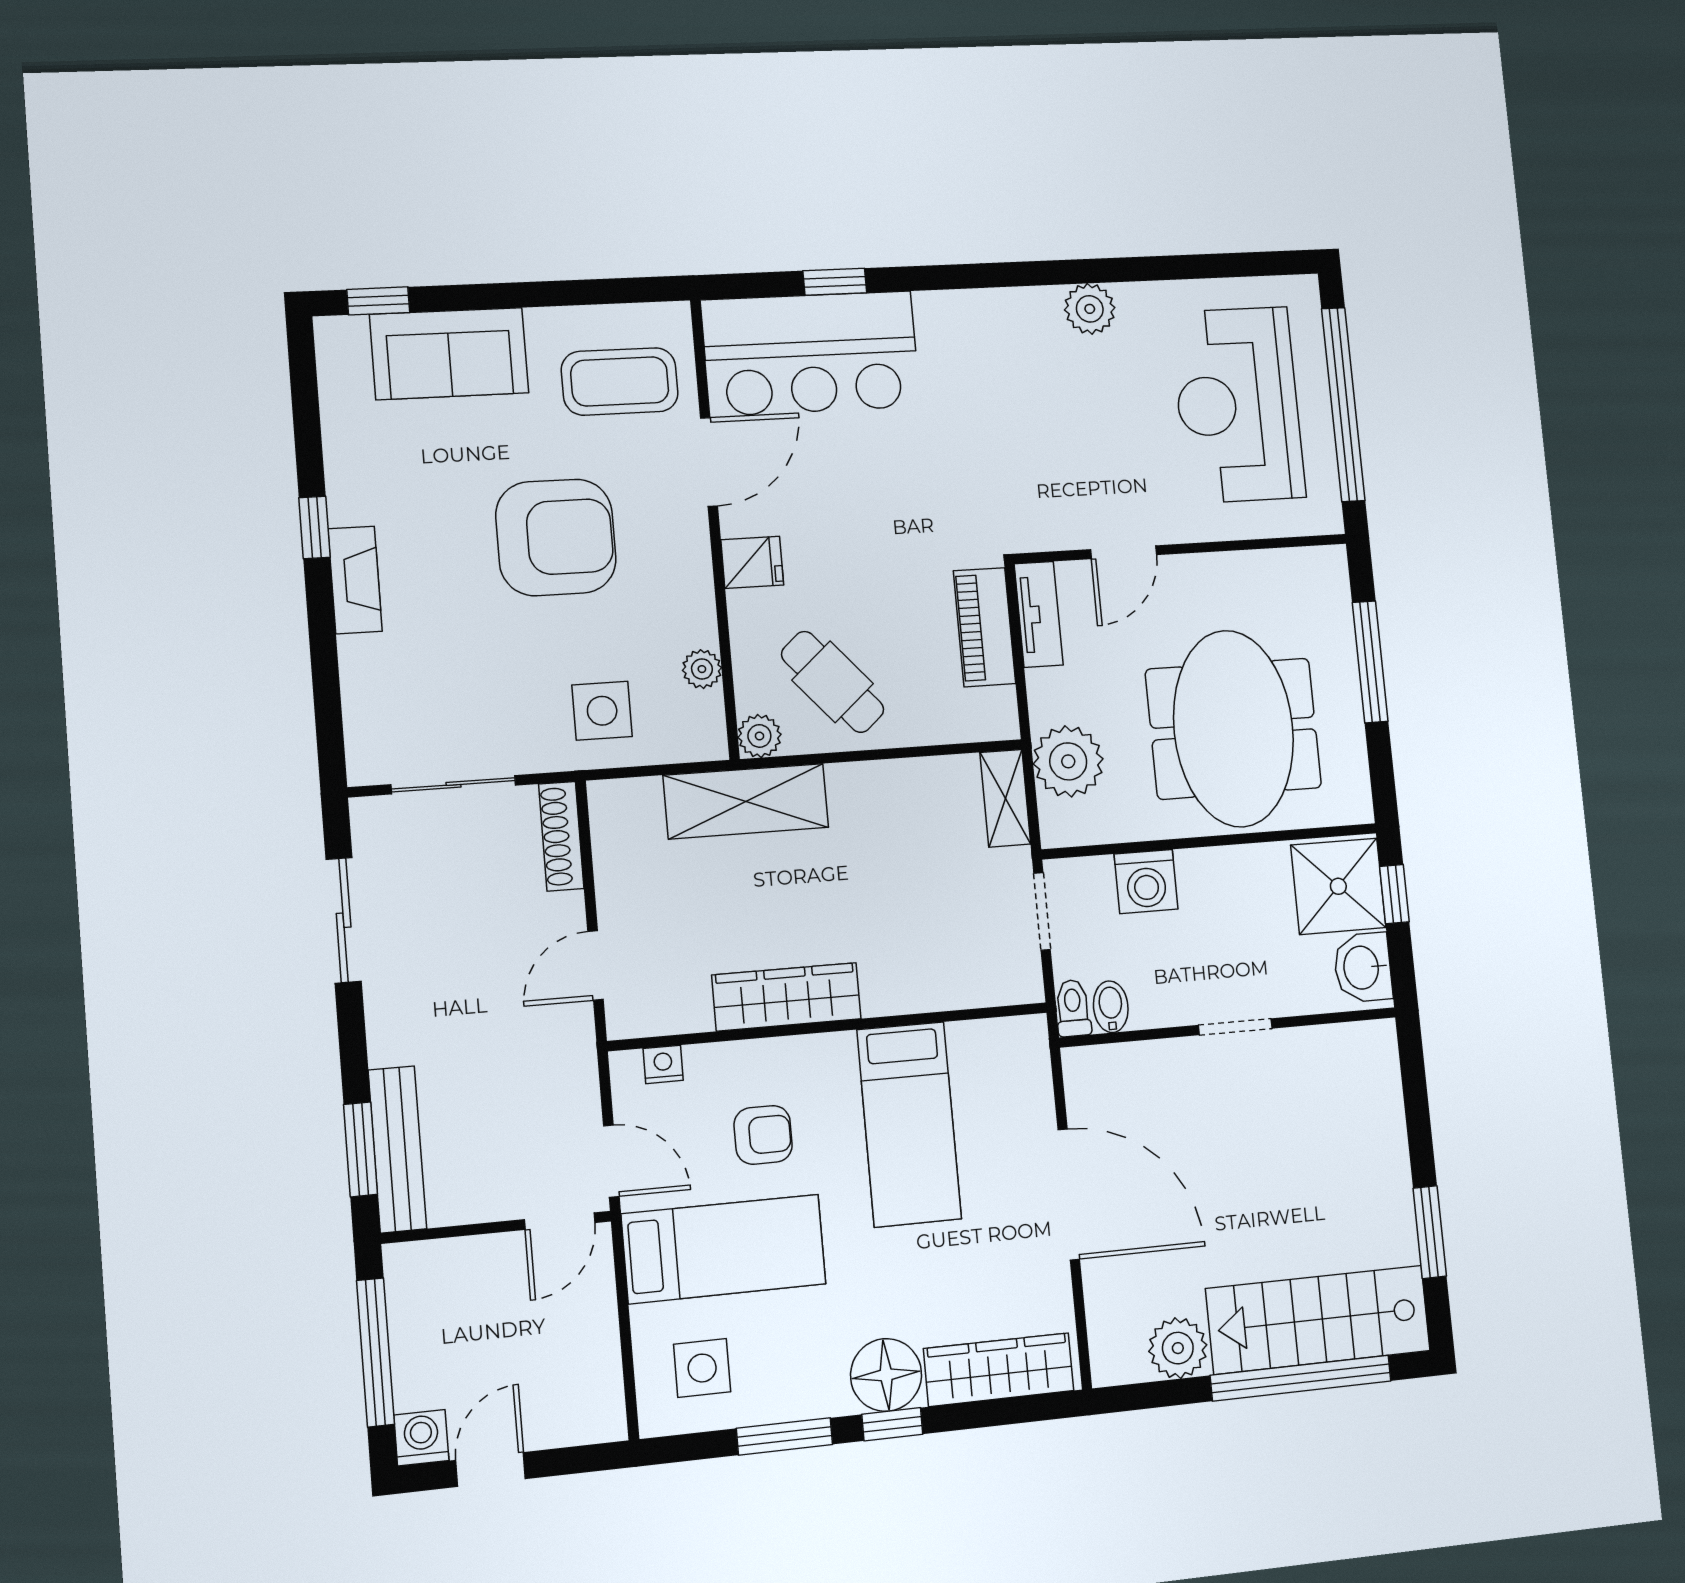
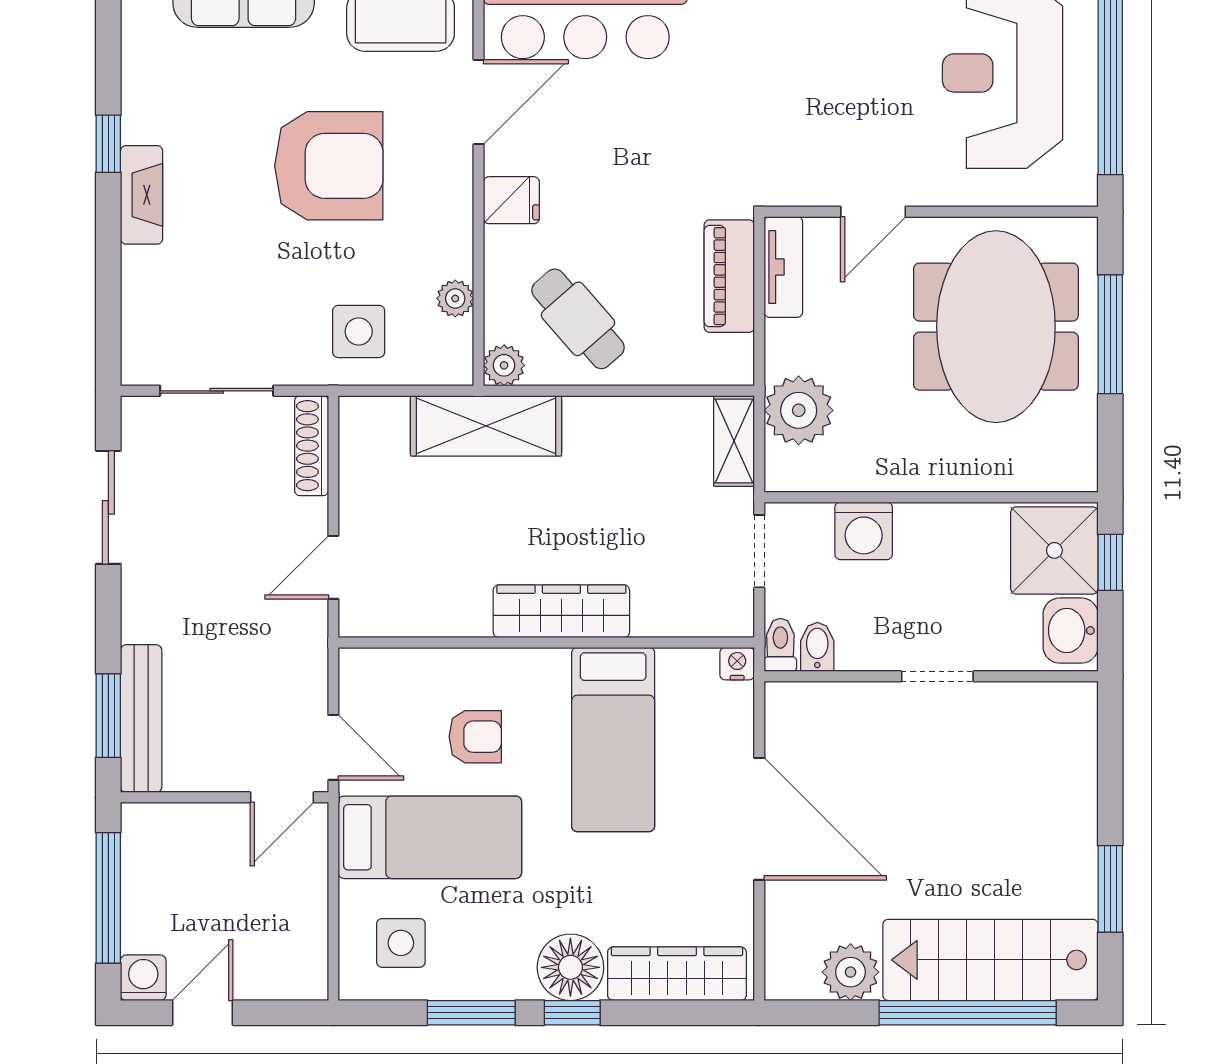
meeting table: (1234, 729) -> (996, 327), moved
wardrobe: (786, 997) -> (561, 611), moved
nightstand: (663, 1064) -> (737, 664), moved

